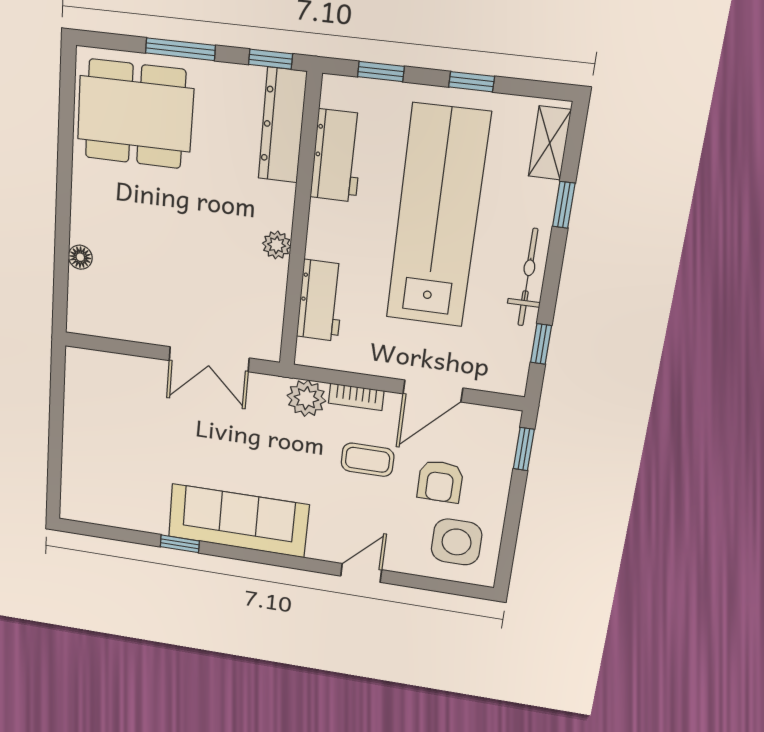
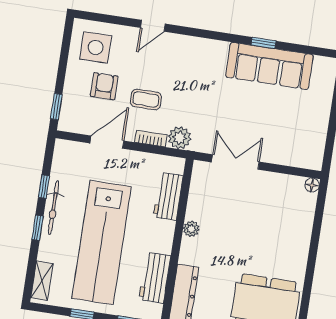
window: (564, 205) -> (38, 228), moved
floor lamp: (80, 257) -> (312, 185), moved
window: (541, 344) -> (44, 187), moved
sofa: (238, 521) -> (269, 66), moved

